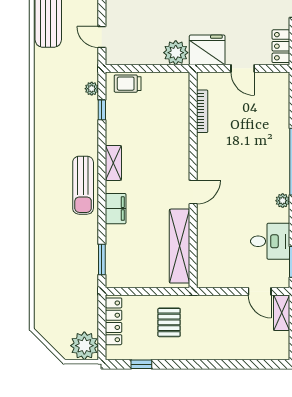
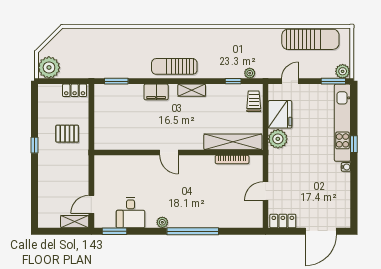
fridge: (207, 50) -> (280, 114), moved
shelving: (180, 246) -> (233, 142), moved
locker: (114, 321) -> (75, 90), width x0.66
window: (141, 364) -> (35, 145), moved

